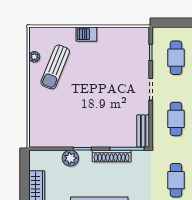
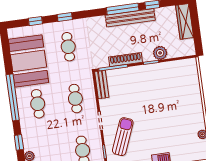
sun lounger: (55, 67) -> (123, 137), moved

